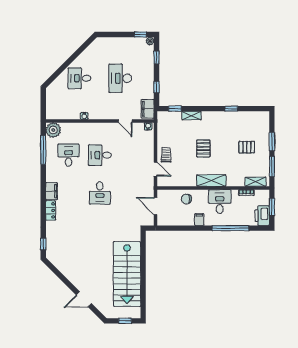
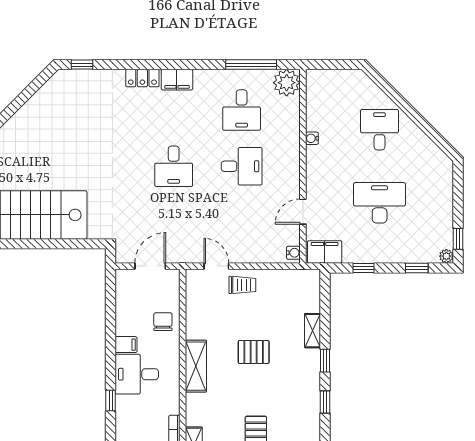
window: (175, 109) -> (325, 361), moved
desk: (69, 155) -> (242, 110), turned 90
desk: (100, 155) -> (242, 166), turned 90
door: (155, 169) -> (216, 266), swing flipped
desk: (100, 193) -> (174, 166), turned -90
desk: (220, 202) -> (137, 374), moved, turned 180
window: (230, 228) -> (111, 400), width x0.32

